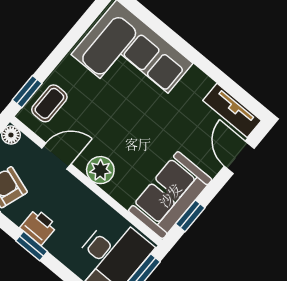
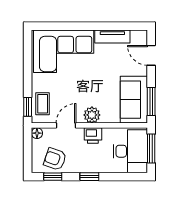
tv unit: (232, 110) -> (112, 37), moved
window: (190, 216) -> (151, 101), width x1.50
printer: (39, 227) -> (93, 136), moved, turned 180

